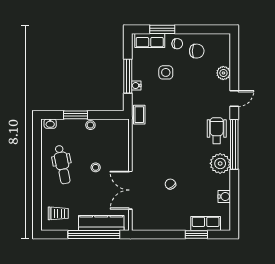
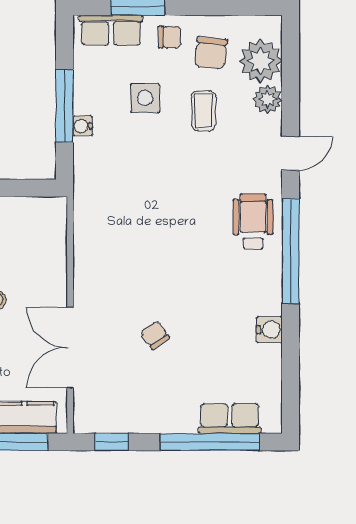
chair: (197, 51) -> (211, 53), turned 94
coffee table: (139, 115) -> (204, 111), moved
plant: (220, 163) -> (261, 61), moved
water cooler: (224, 196) -> (269, 330), moved
window: (150, 234) -> (111, 442), added
window: (196, 234) -> (210, 442), width x2.11

